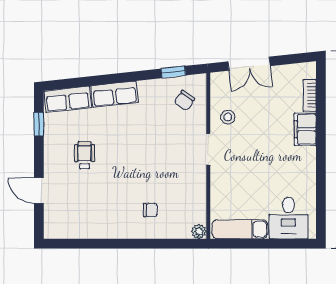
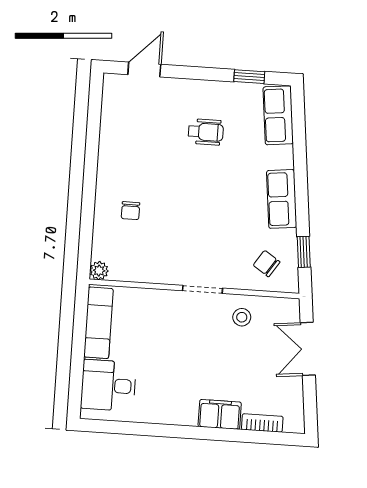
row of seats: (115, 94) -> (282, 199), moved
door: (39, 191) -> (144, 69), moved

